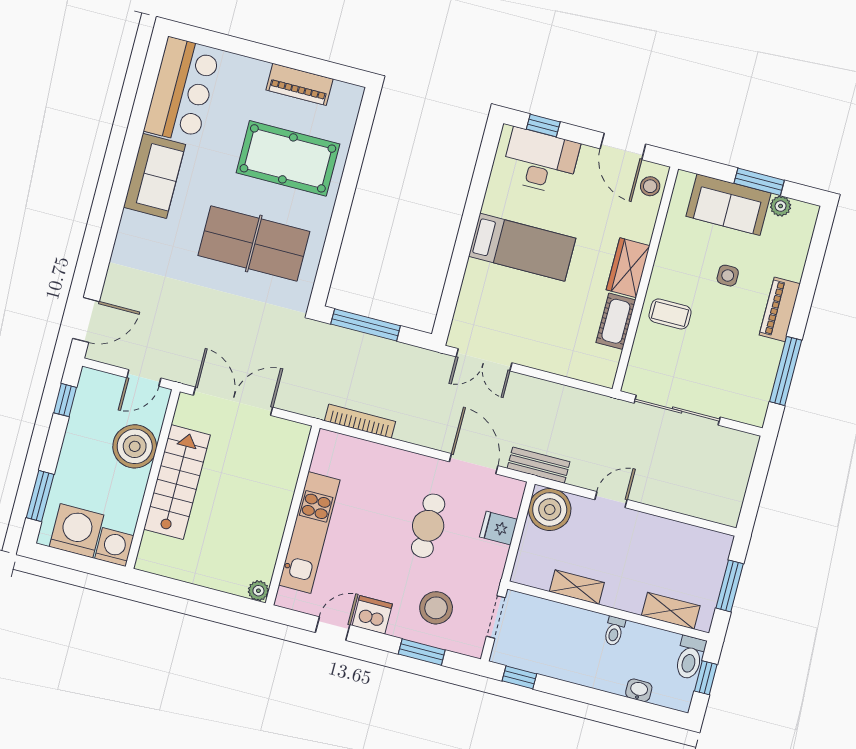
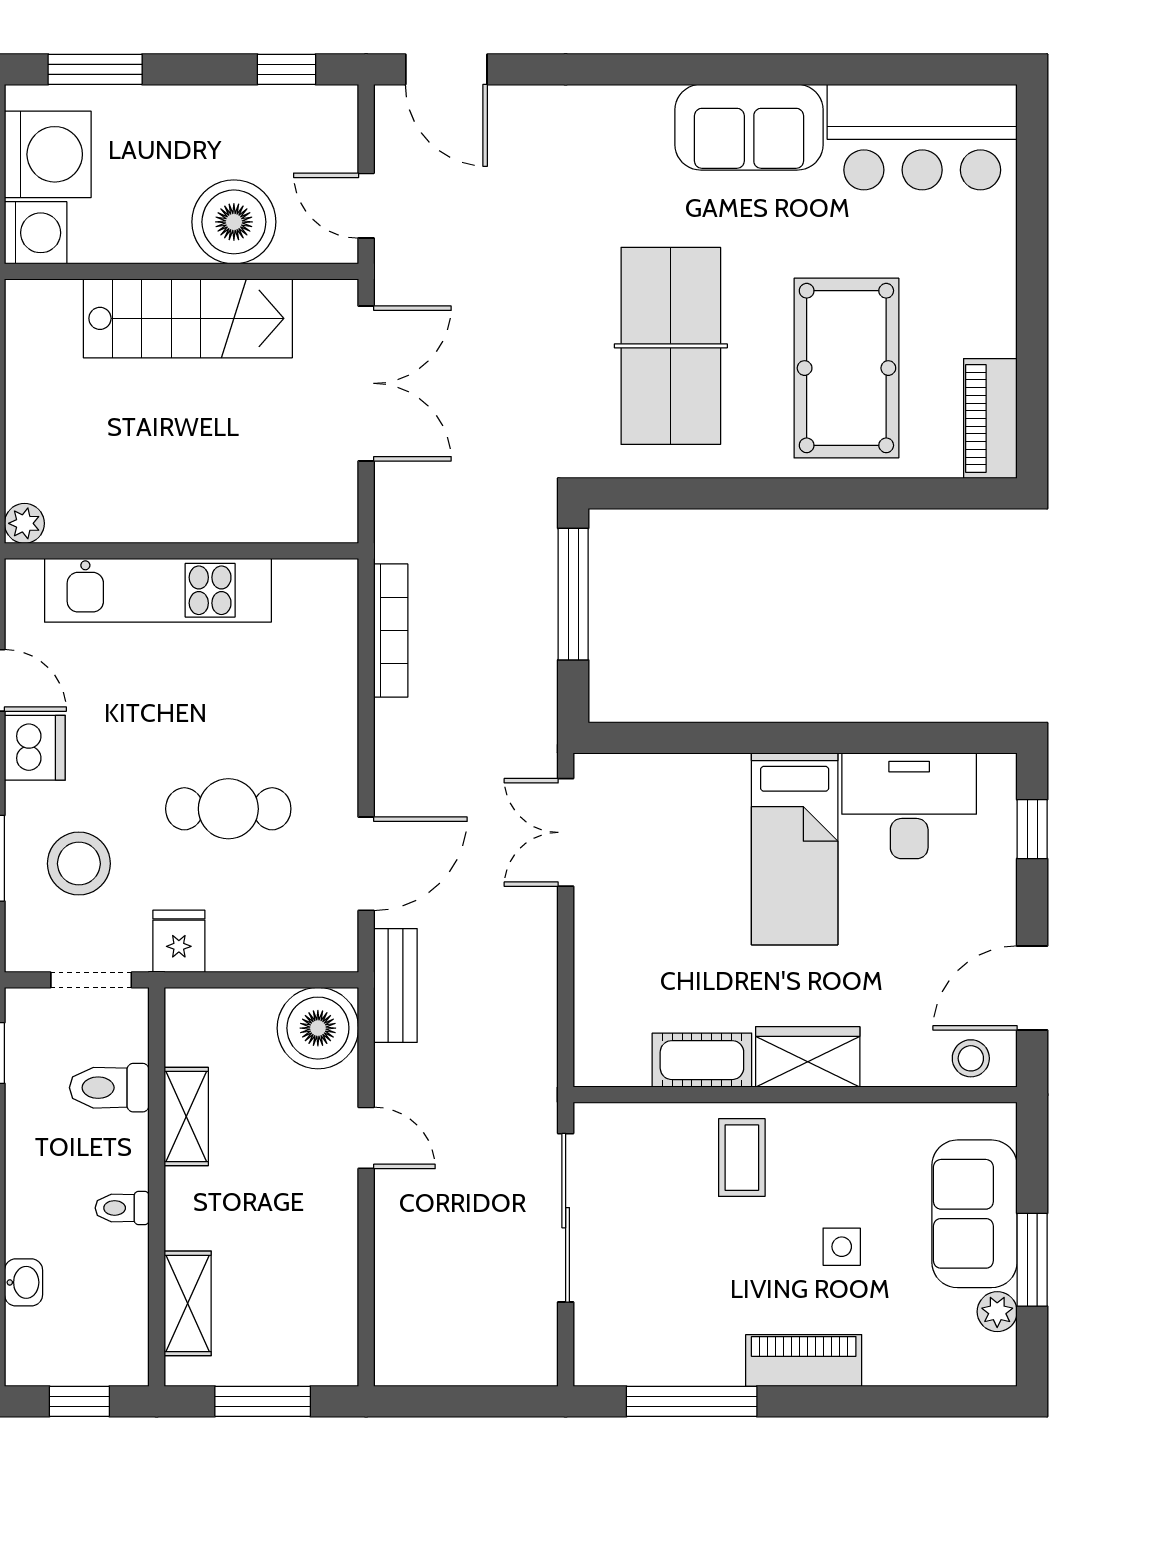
piano: (300, 84) -> (990, 419), moved
desk: (540, 161) -> (909, 806), moved, turned -90
fridge: (498, 528) -> (179, 941), moved
toilet: (690, 658) -> (109, 1088), moved

